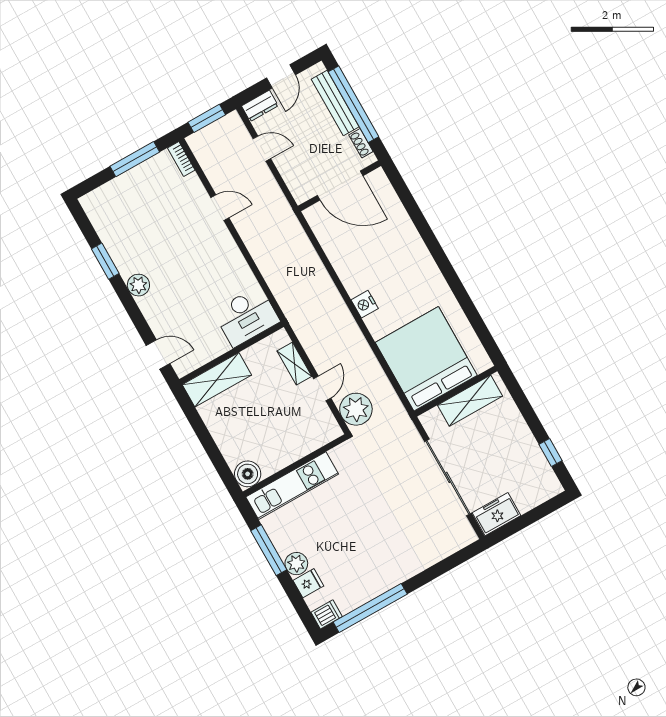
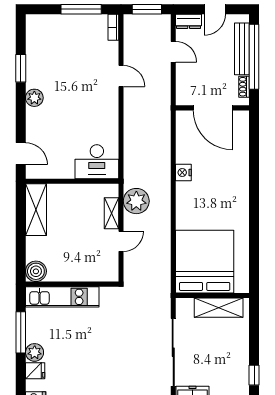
nightstand: (365, 304) -> (183, 173), moved
shelving: (217, 380) -> (36, 210), moved, turned 90
plant: (356, 409) -> (136, 201), moved

